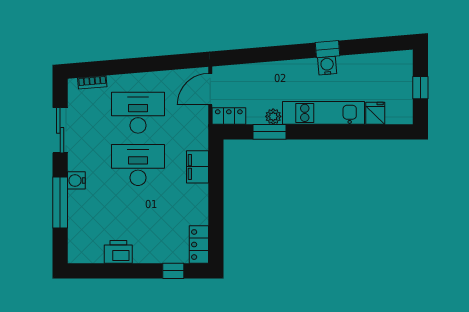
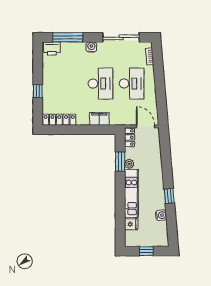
water cooler: (327, 66) -> (161, 215), moved
sliding door: (60, 130) -> (121, 37), width x1.37
window: (60, 202) -> (68, 37), moved
locker: (199, 245) -> (59, 120), width x1.53
printer: (118, 252) -> (52, 49), moved, turned 90
window: (173, 271) -> (38, 91), moved

